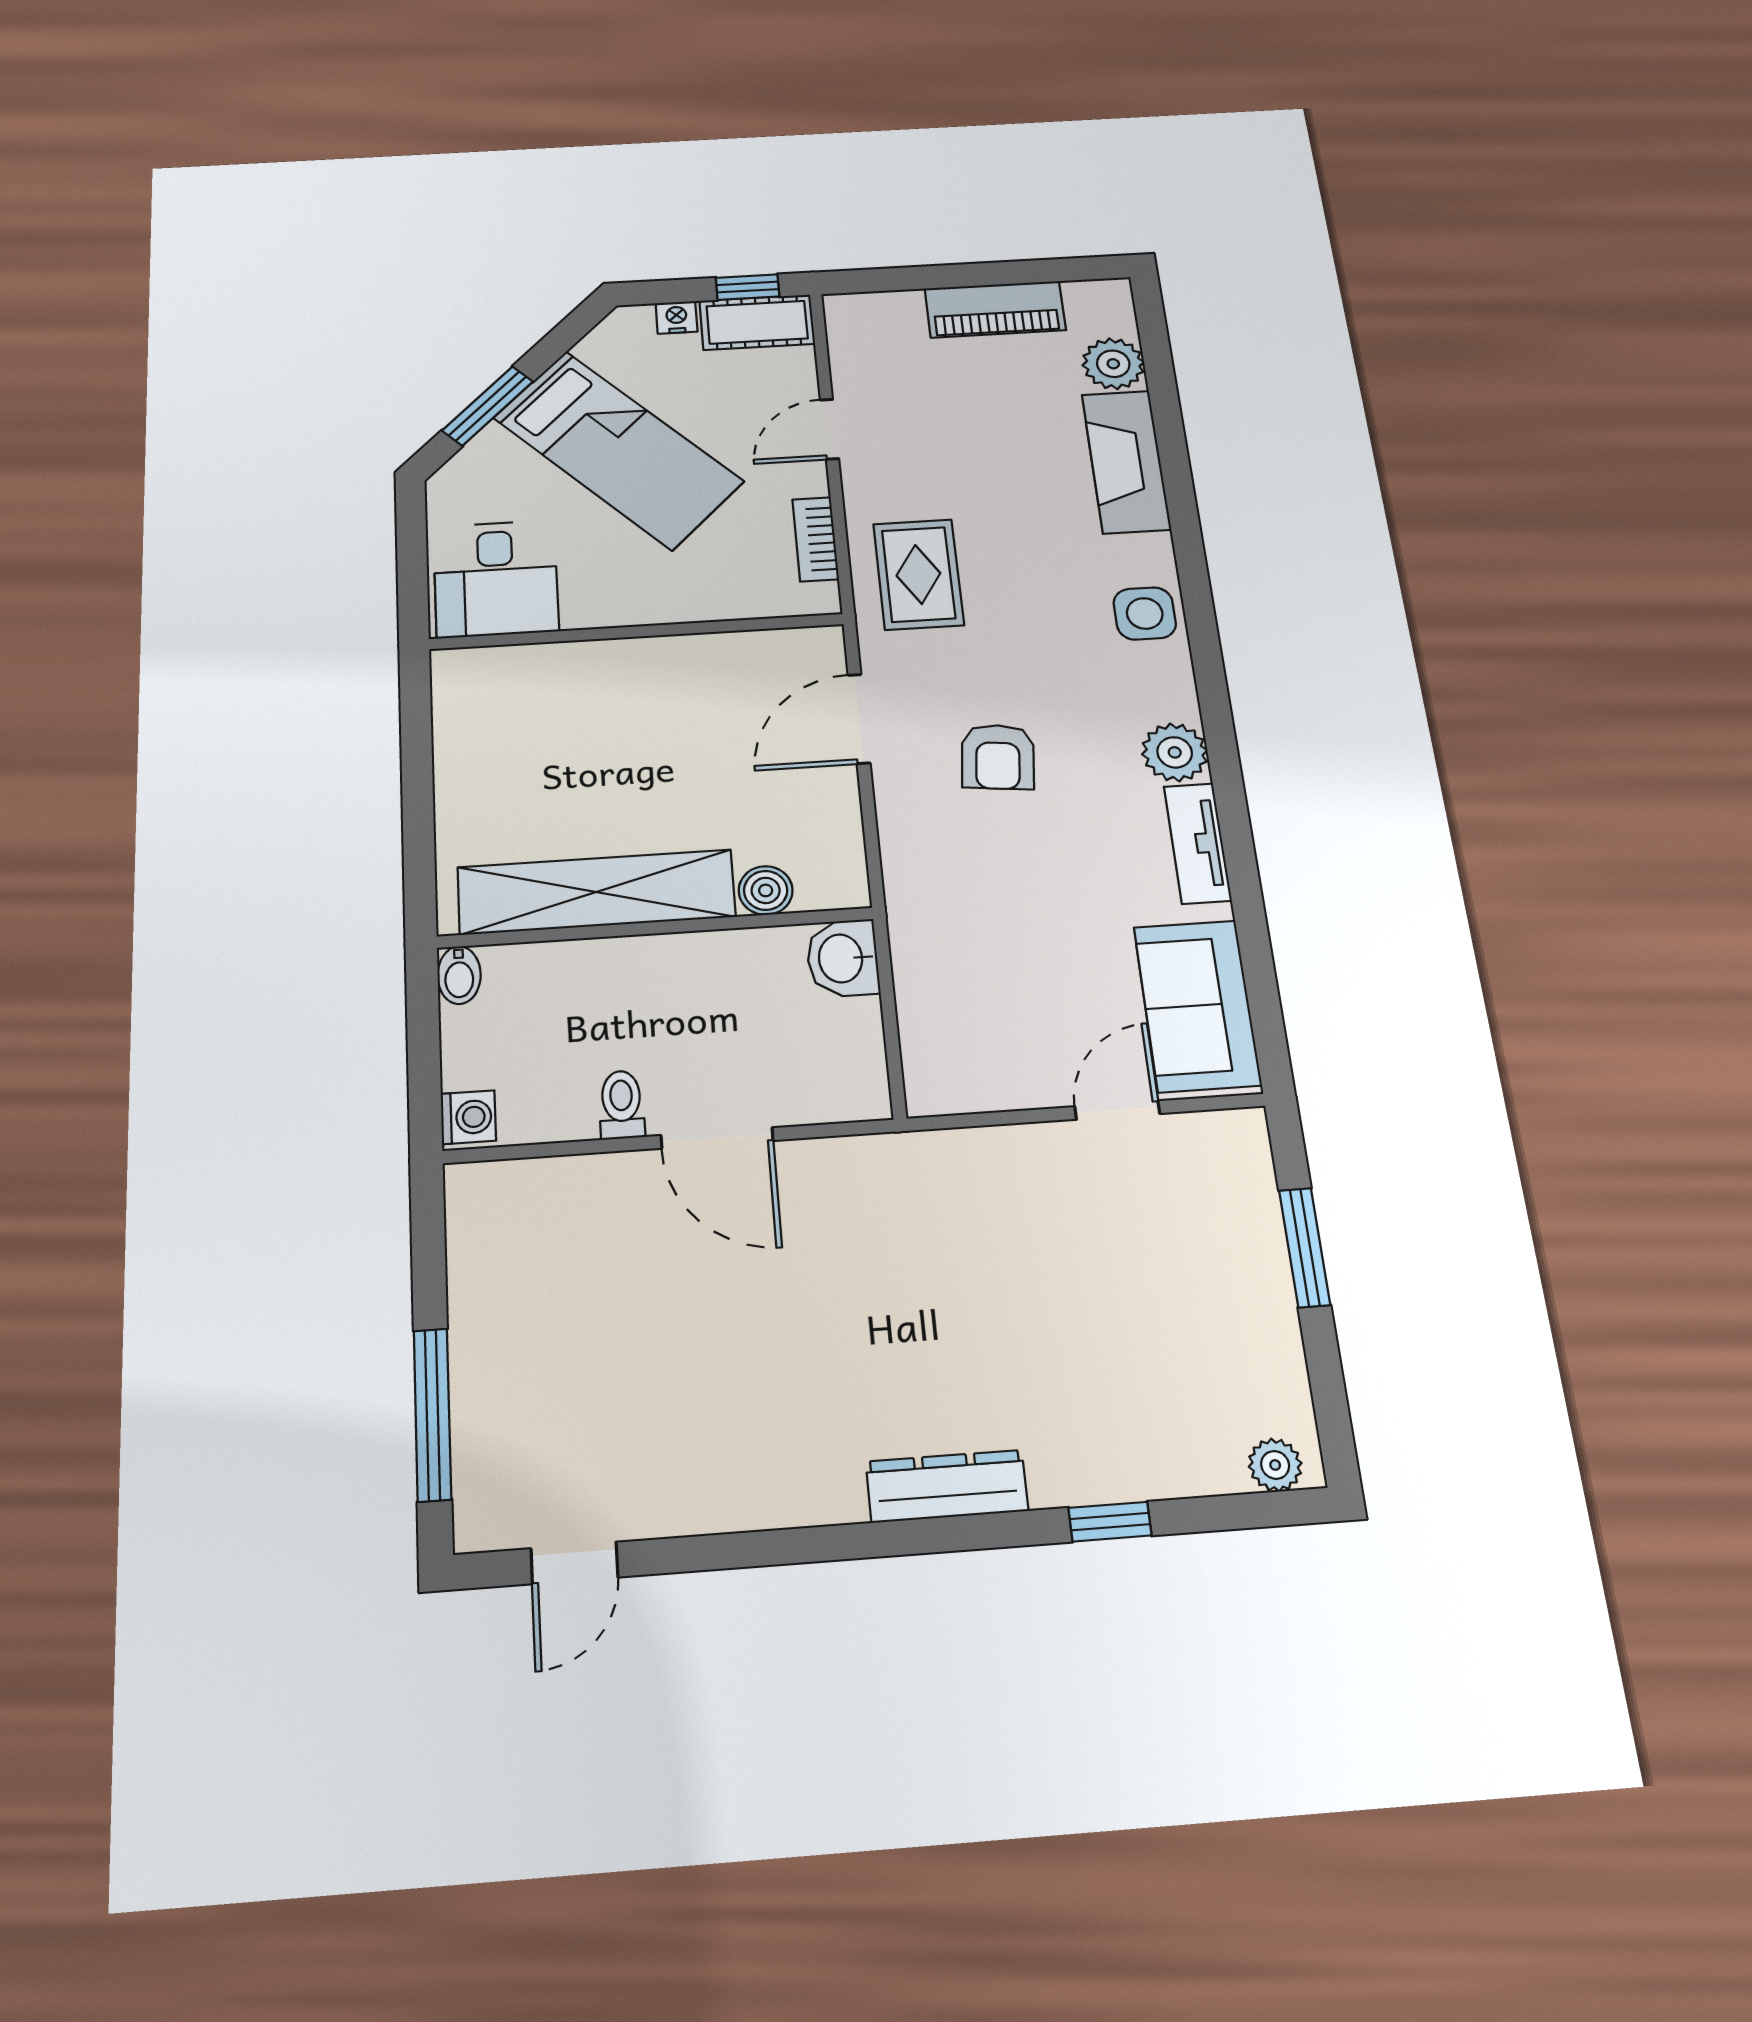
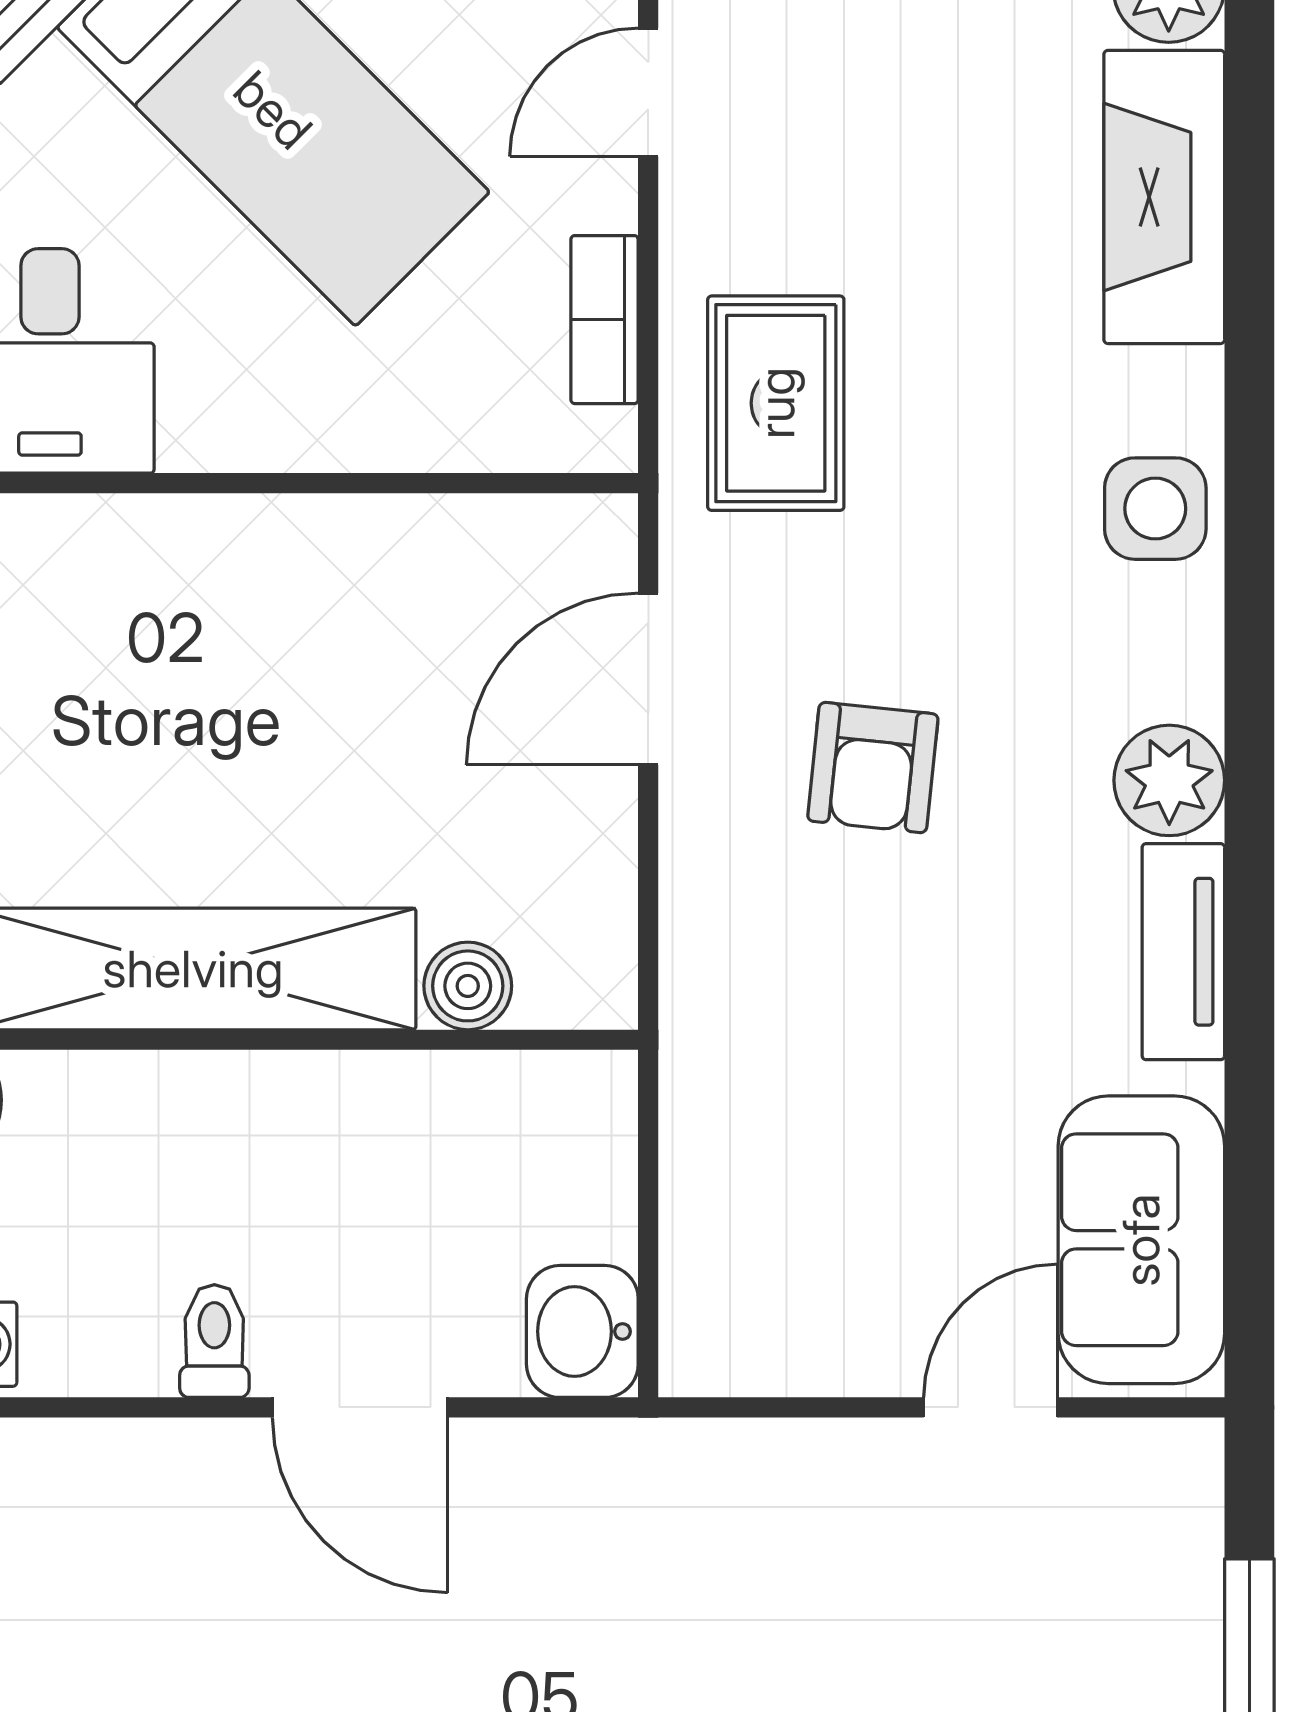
washbasin: (843, 958) -> (582, 1331), moved

